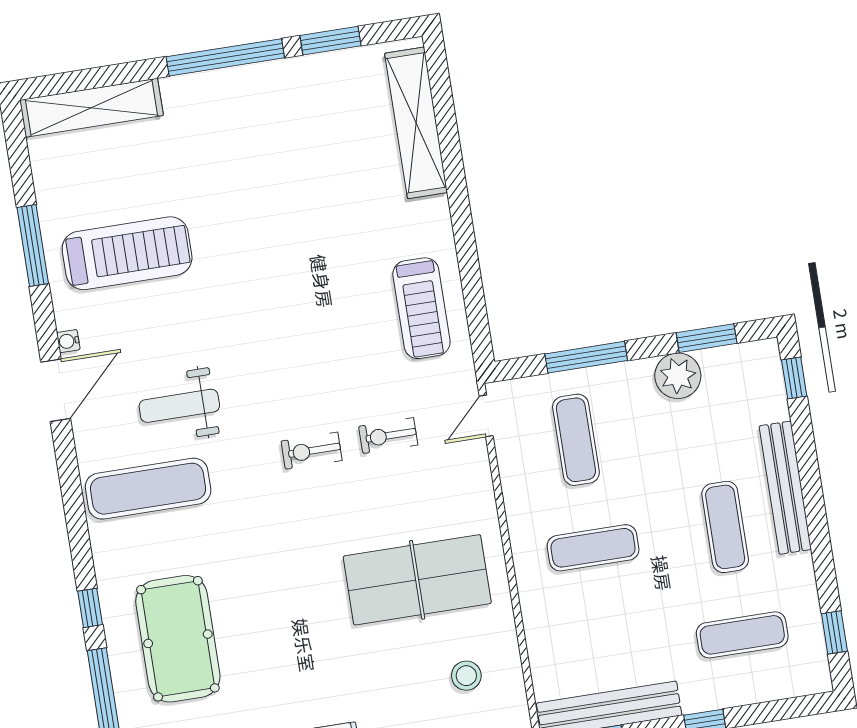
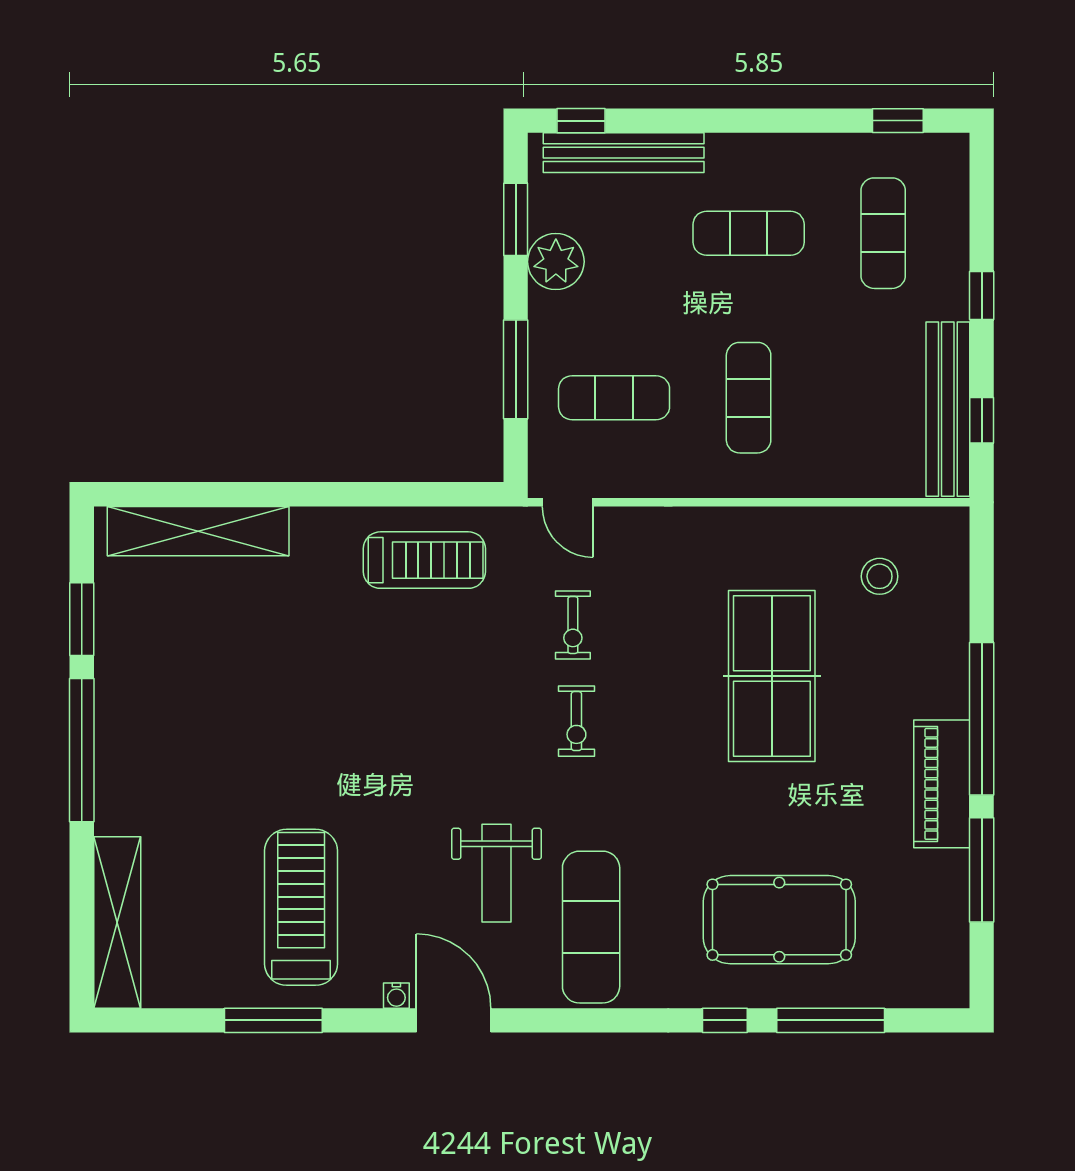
bench: (785, 488) -> (624, 153), moved
table tennis table: (417, 580) -> (772, 676), moved

